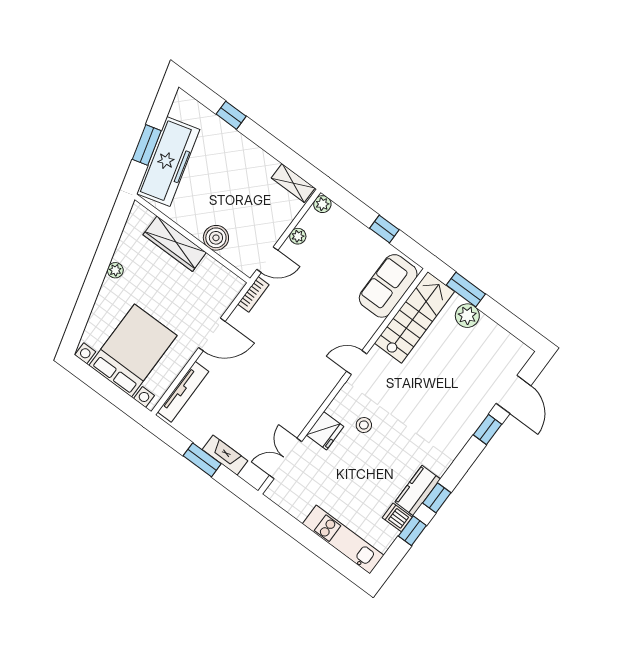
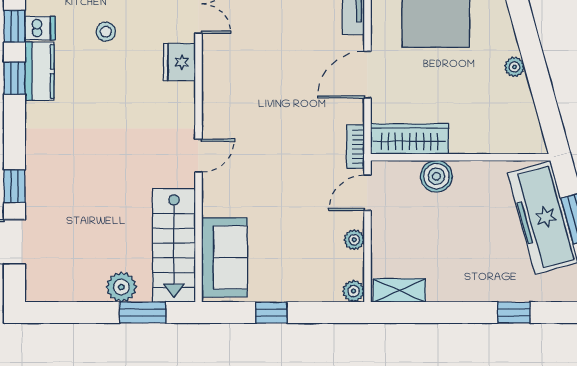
wardrobe: (175, 244) -> (410, 139), moved
stool: (364, 425) -> (106, 32), moved

